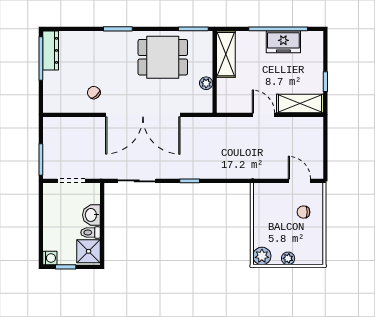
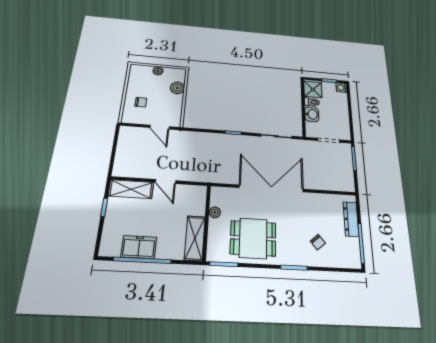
dresser: (51, 50) -> (351, 219), moved
chair: (94, 93) -> (318, 242), moved
door: (299, 181) -> (160, 127), moved
plant: (262, 256) -> (177, 88), moved

